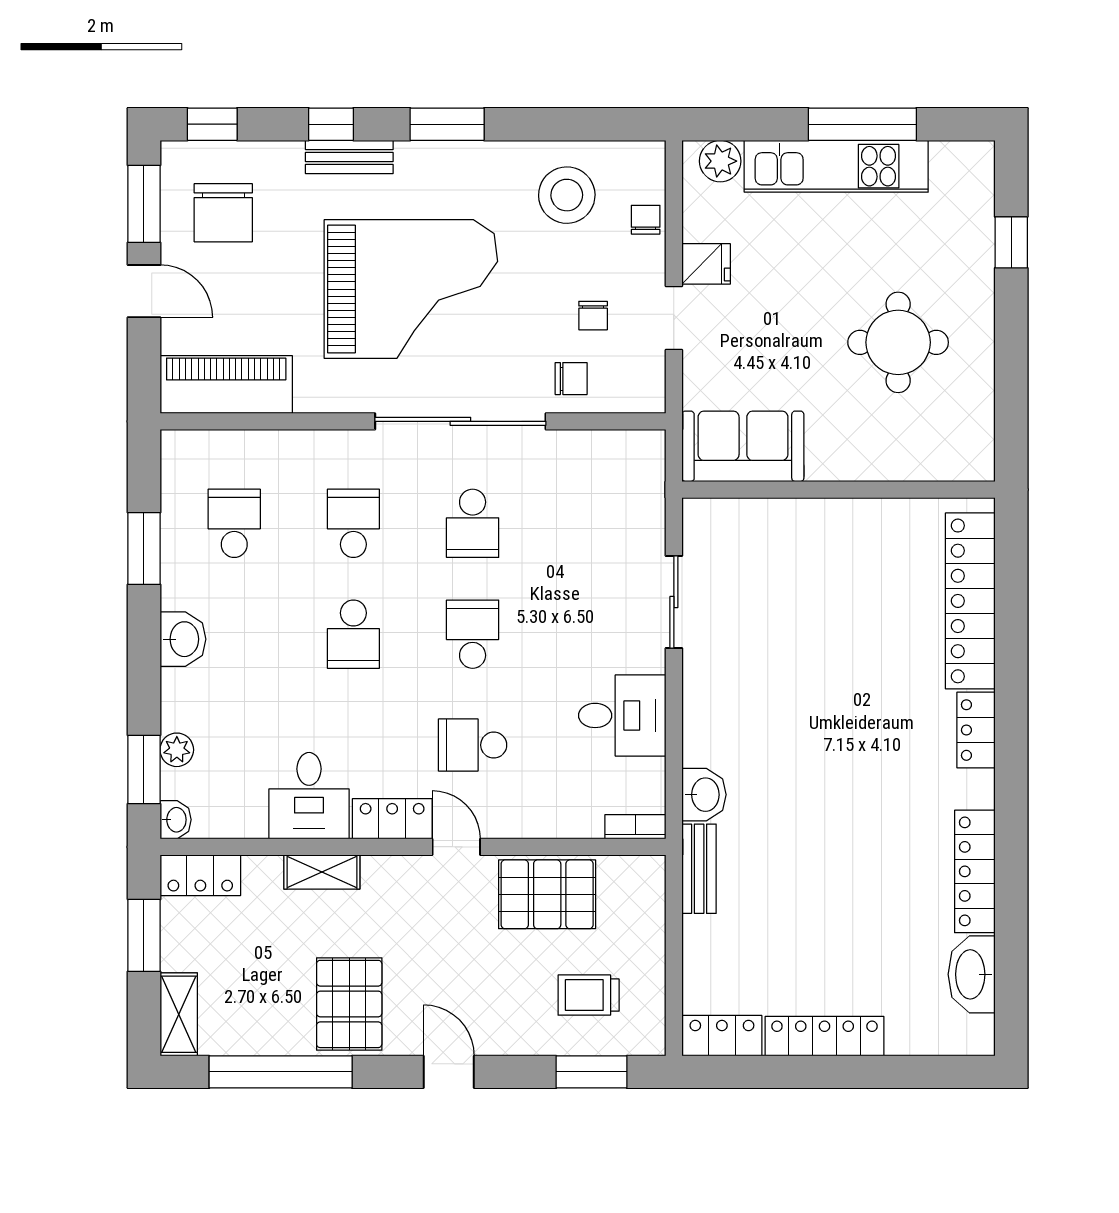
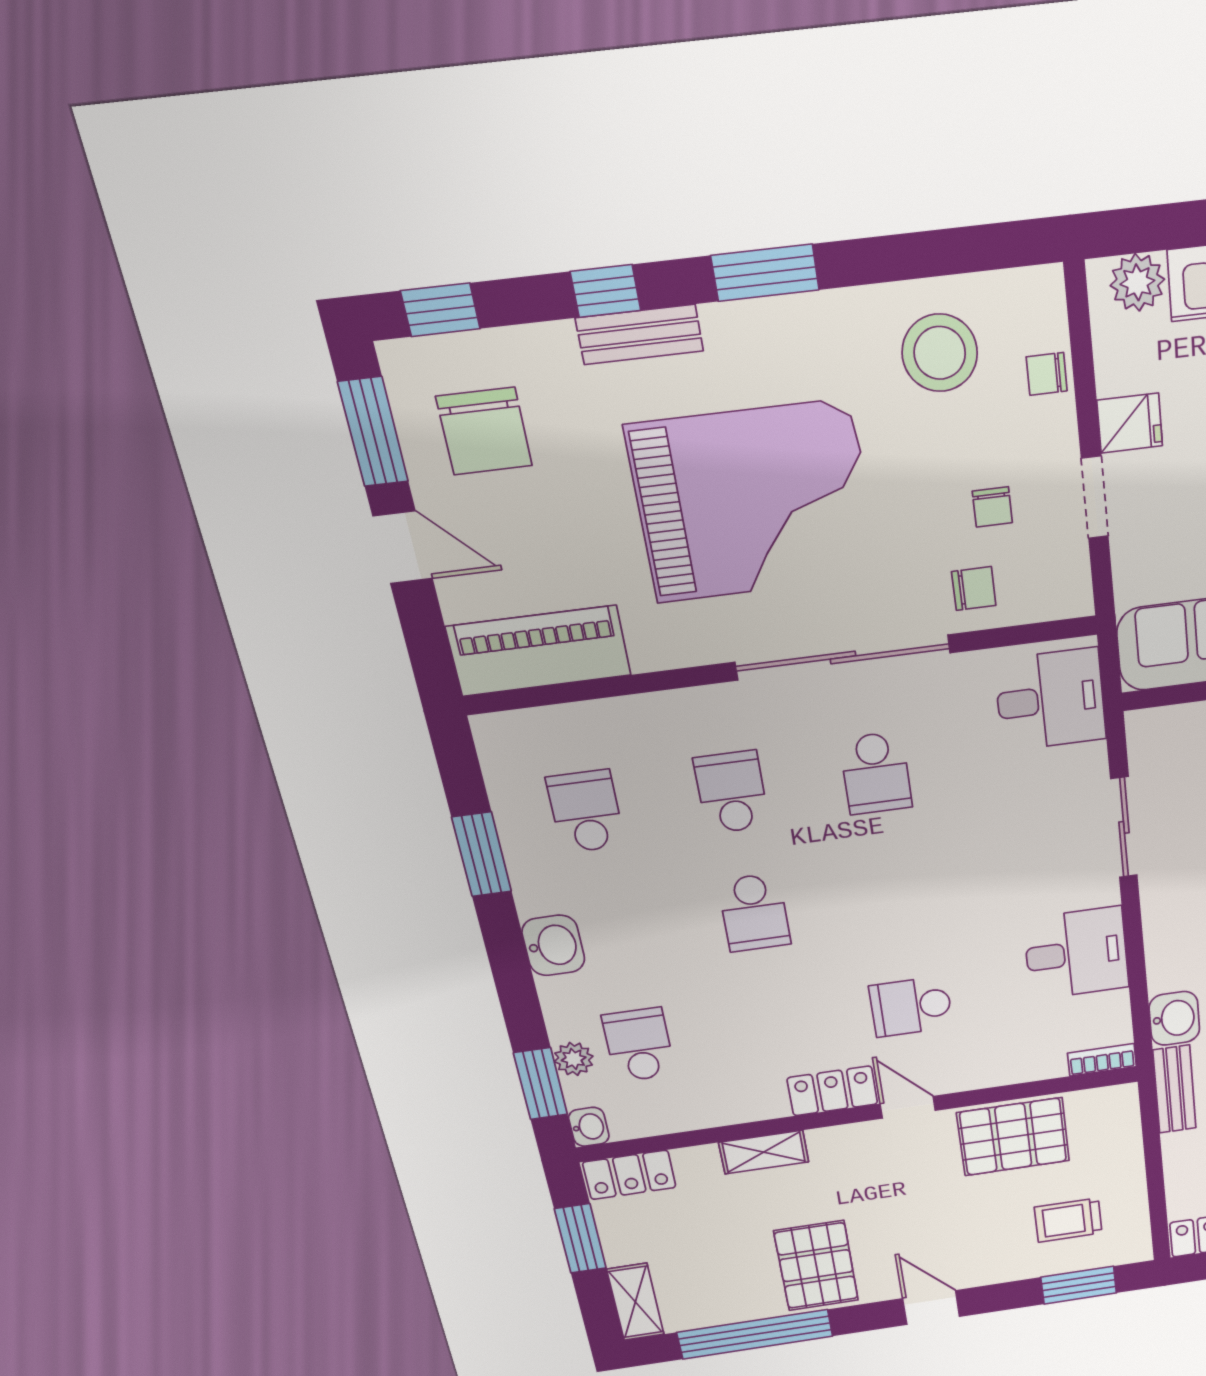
chair: (646, 220) -> (1047, 374), turned -90
school desk: (473, 634) -> (639, 1045), moved
desk: (309, 796) -> (1050, 700), moved, turned -90

